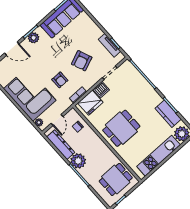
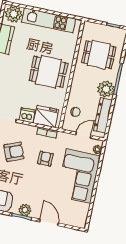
dining table: (116, 179) -> (99, 55), moved

